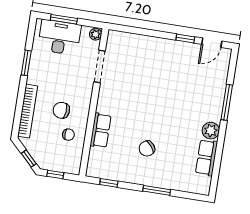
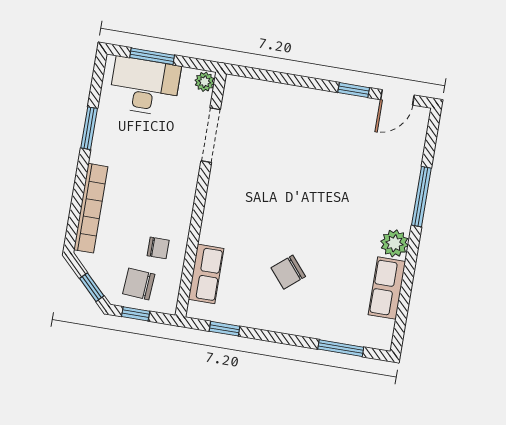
chair: (61, 110) -> (139, 284), moved
row of seats: (101, 130) -> (206, 274), moved
window: (157, 190) -> (341, 348), moved

